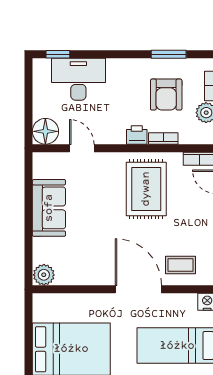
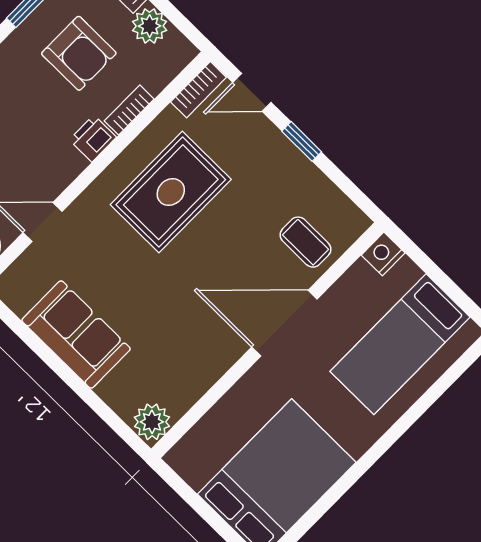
rug: (146, 189) -> (171, 192), turned 90
coffee table: (180, 265) -> (305, 242), turned 90

